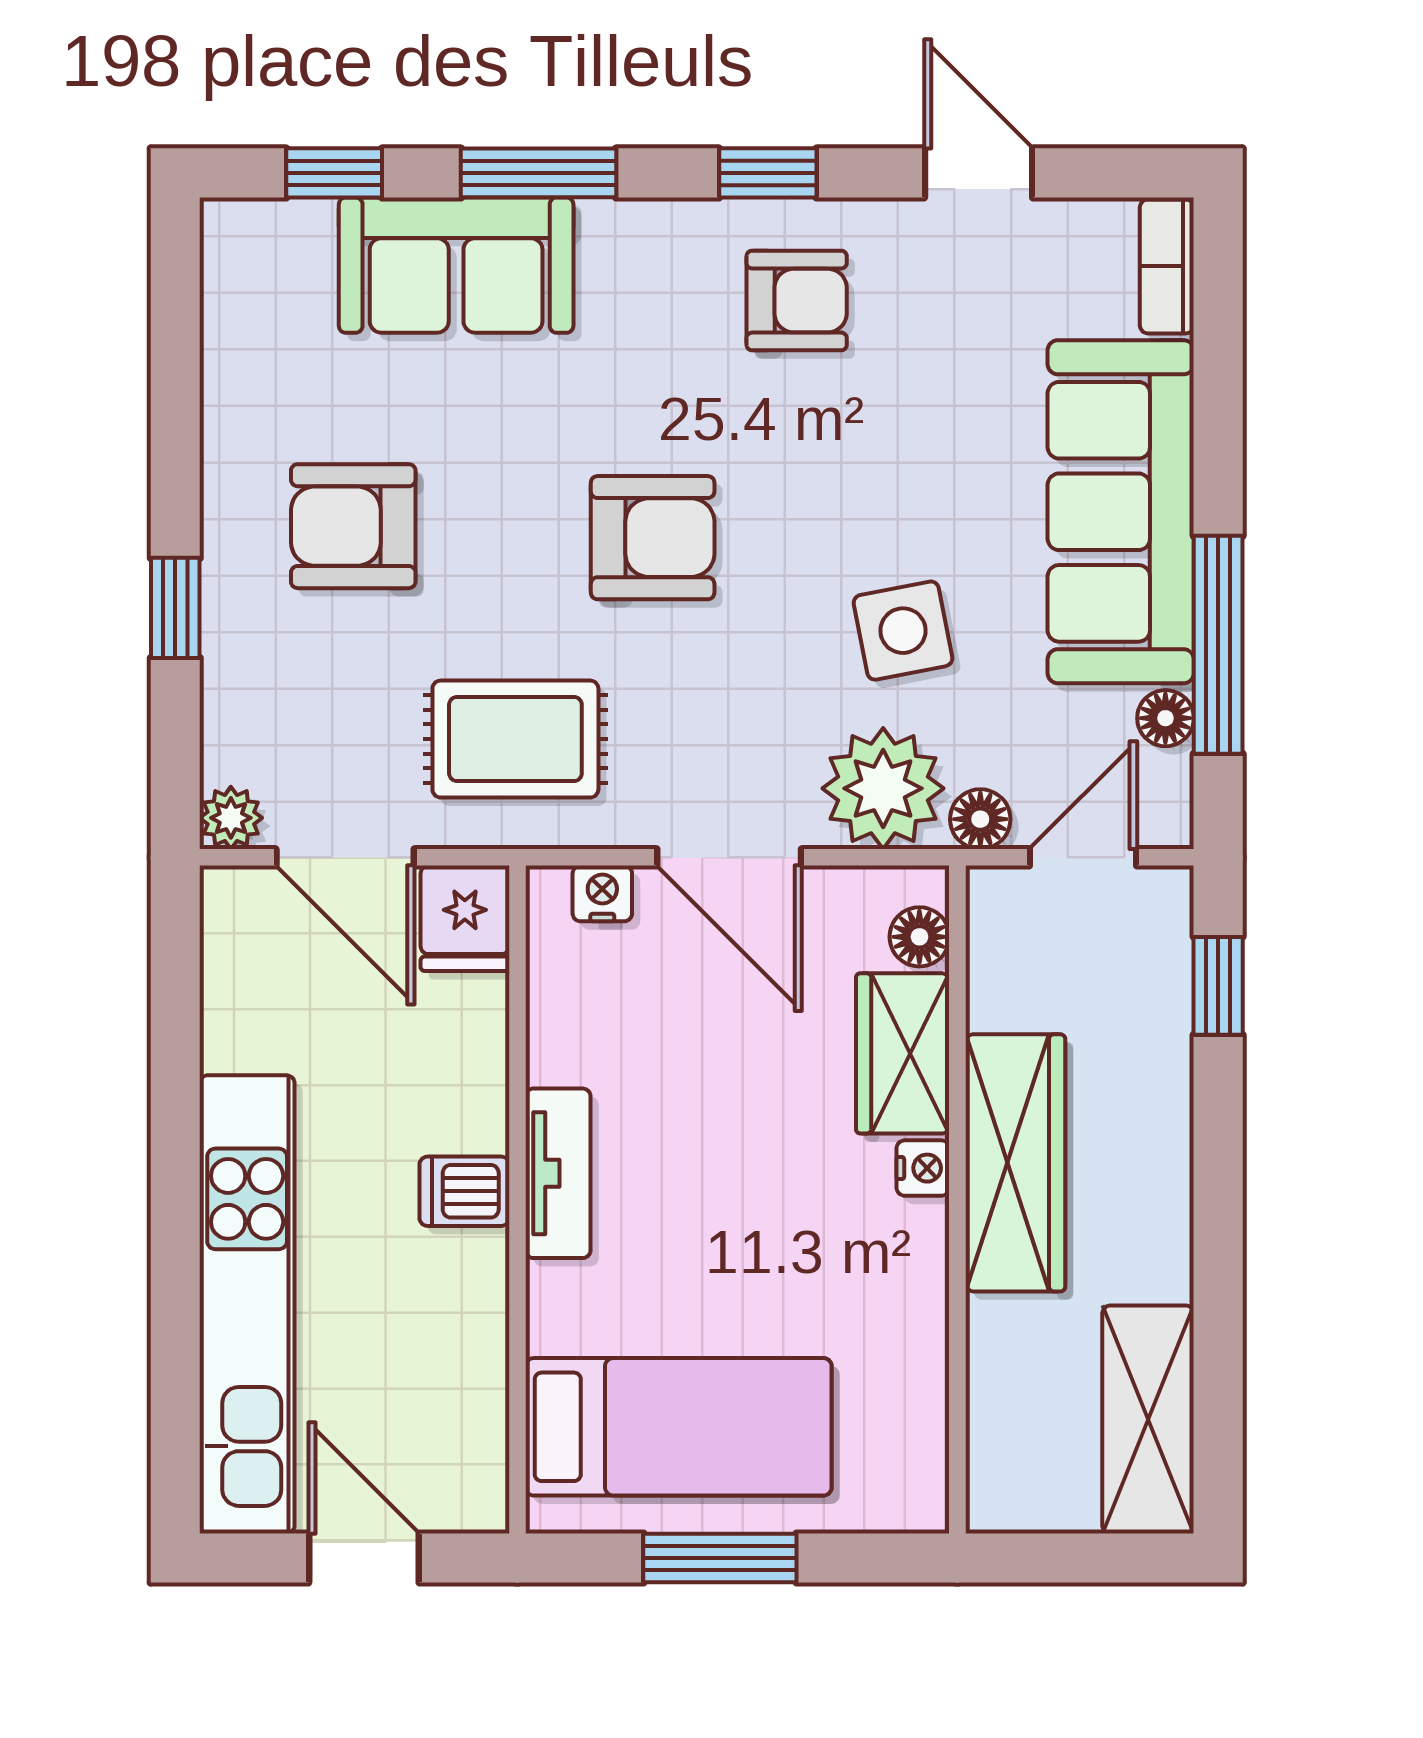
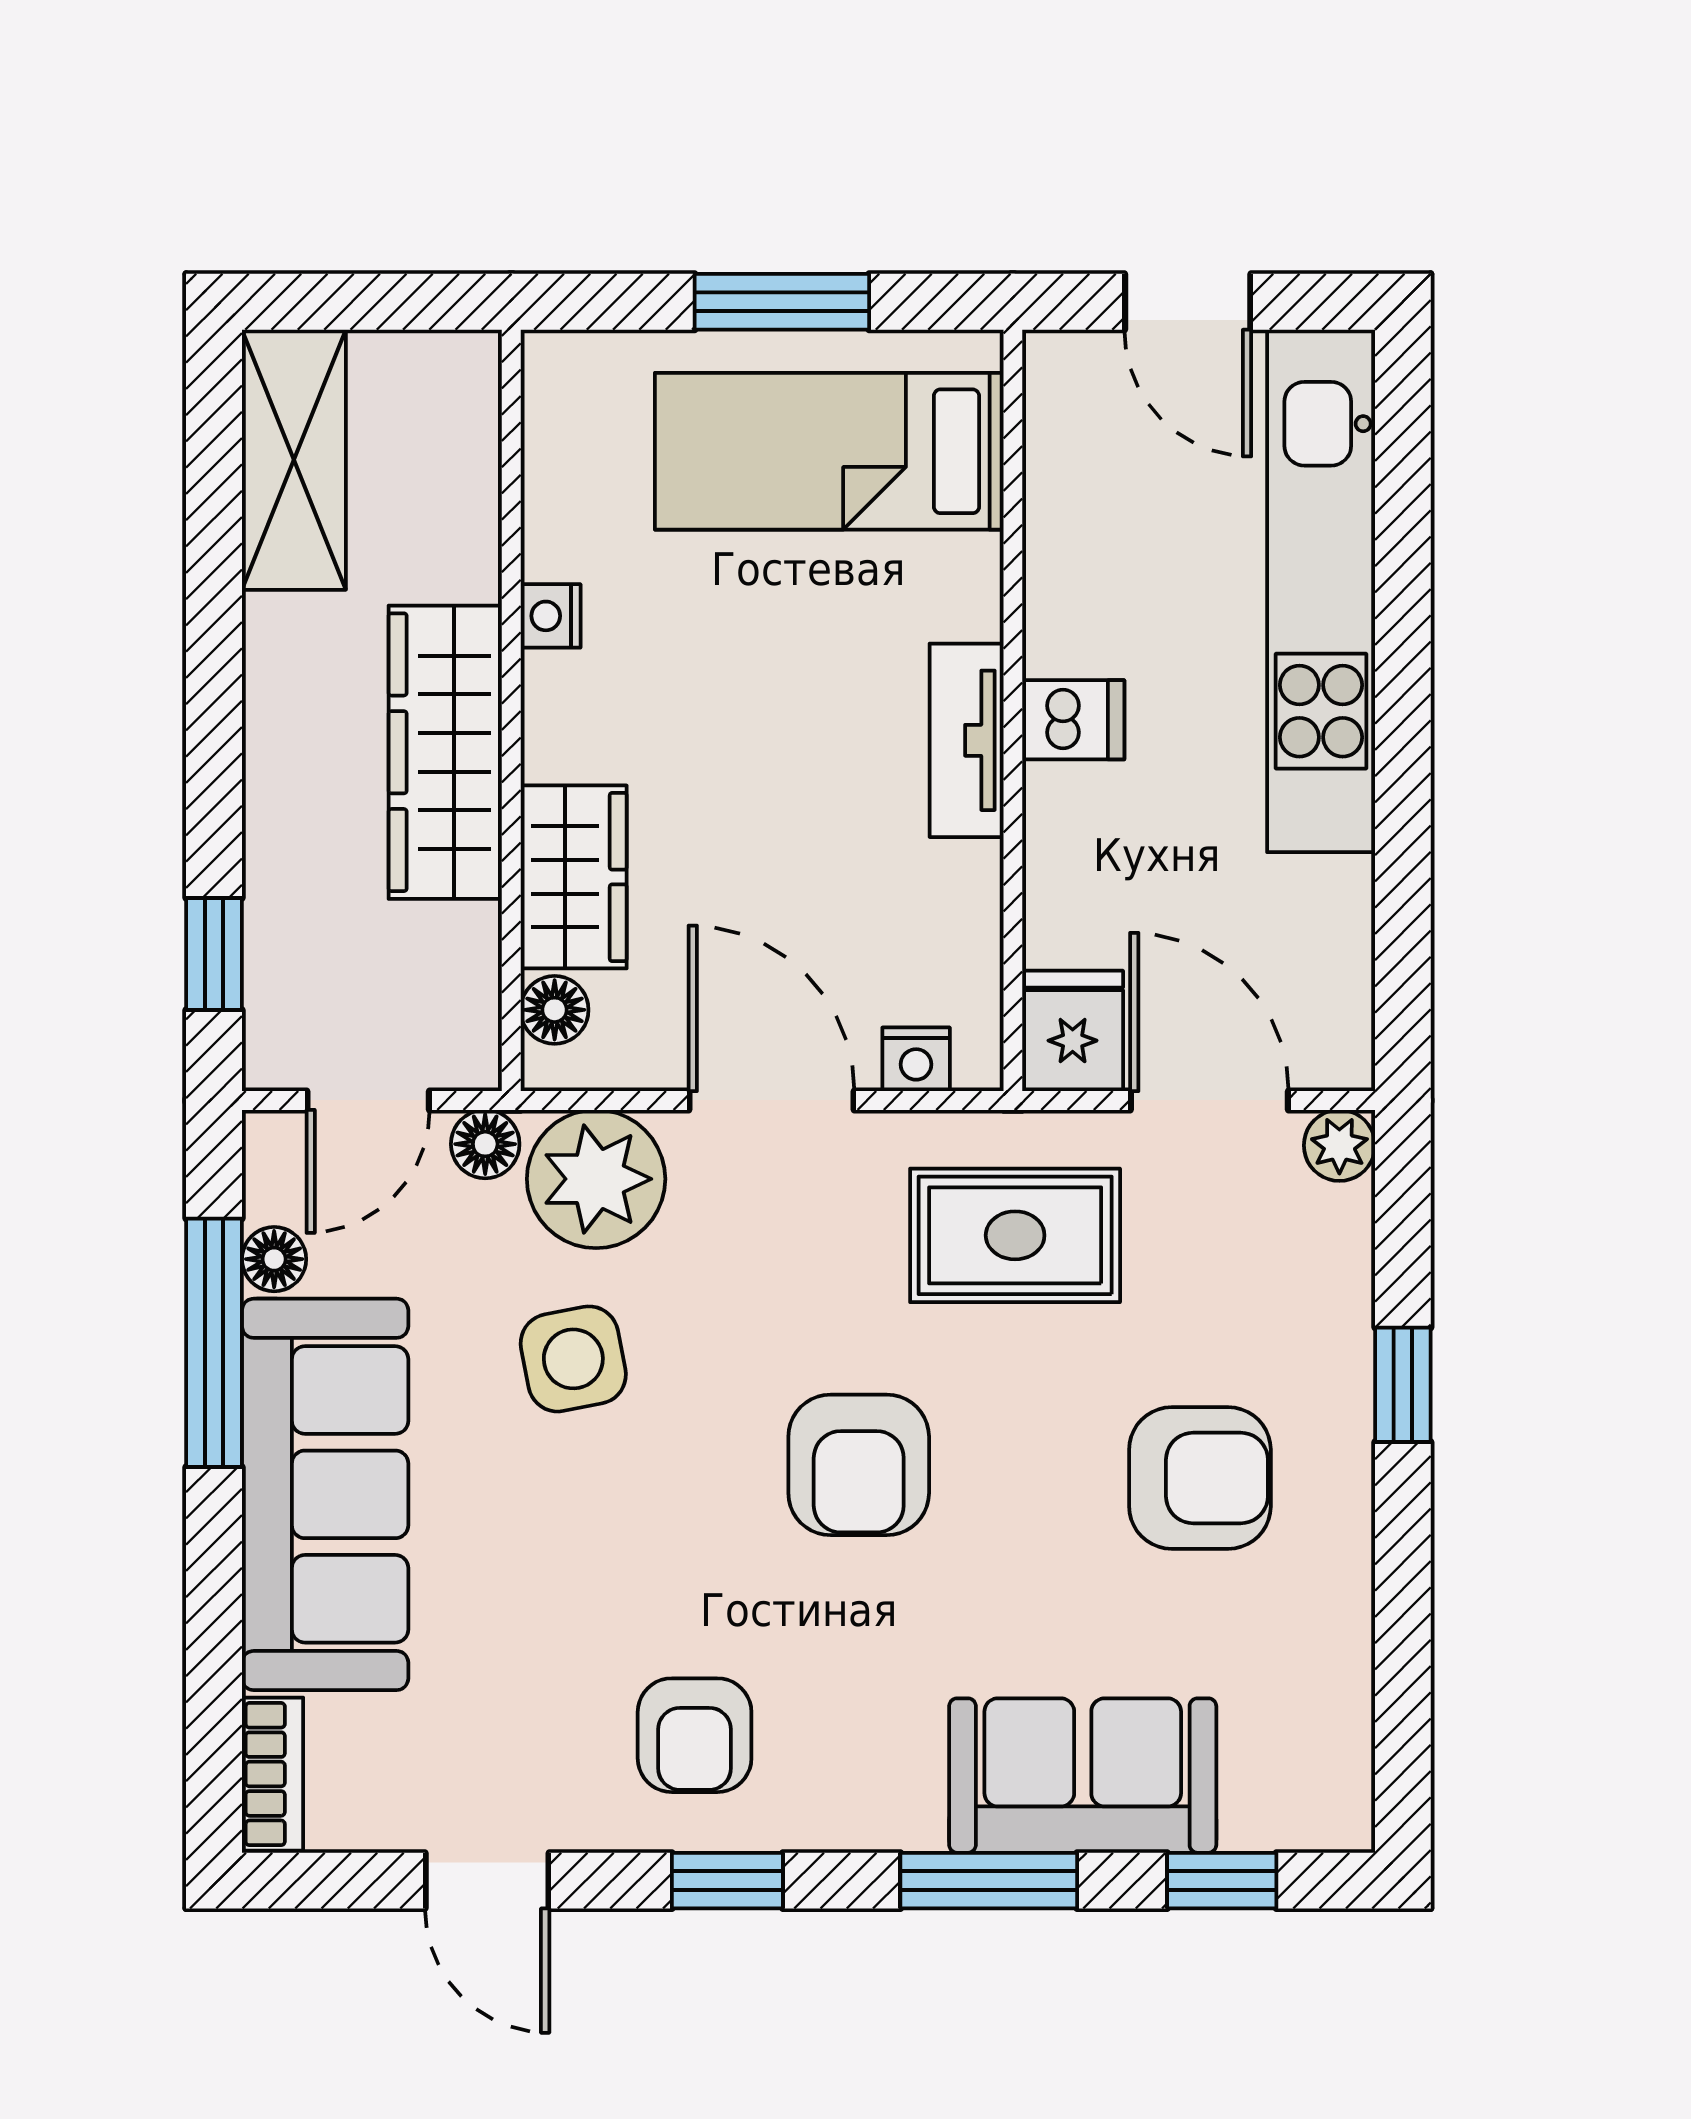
armchair: (797, 301) -> (695, 1735), turned -90
armchair: (653, 538) -> (859, 1465), turned -90
nightstand: (923, 1168) -> (551, 616), moved

